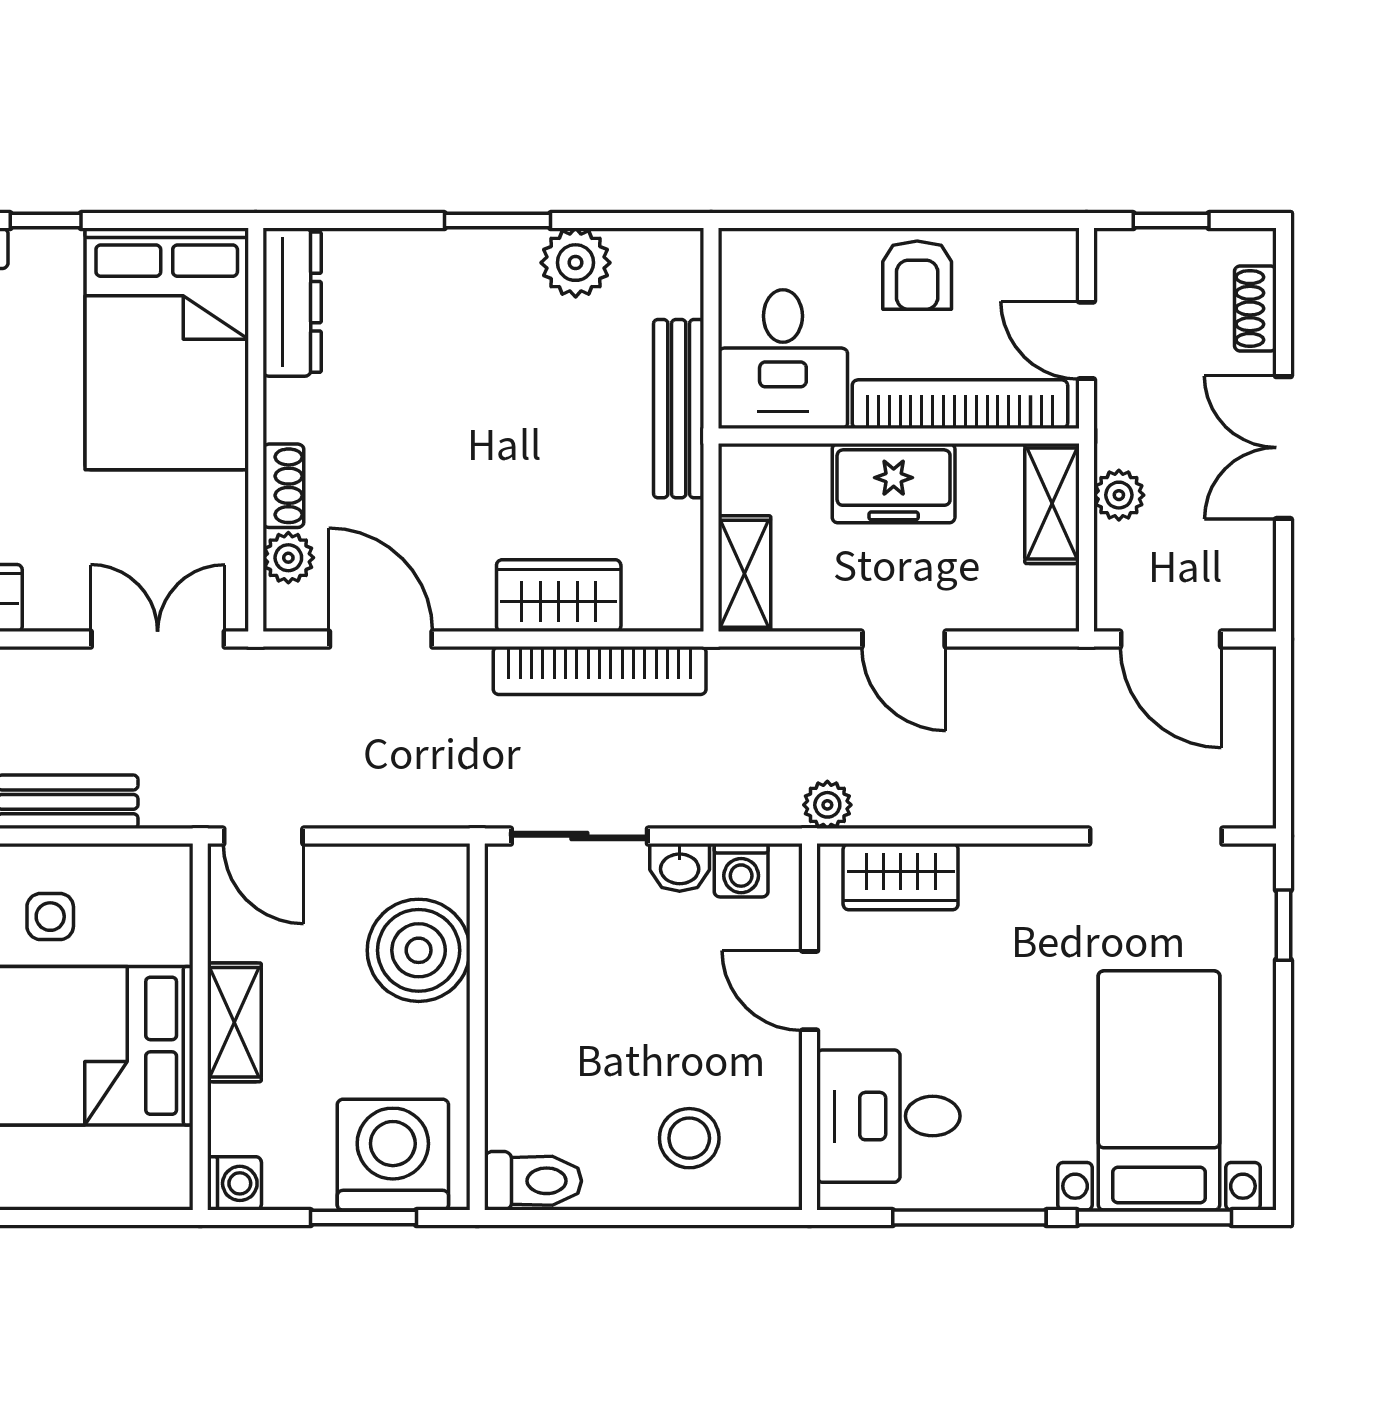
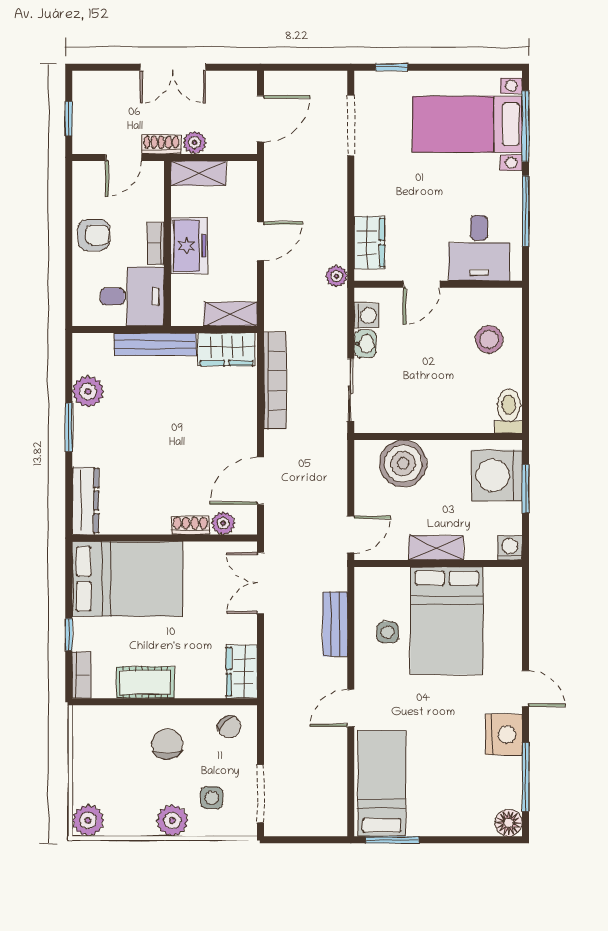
dresser: (292, 302) -> (85, 501), moved, turned 90
shoe rack: (1255, 308) -> (161, 145), moved, turned 180
bookcase: (960, 404) -> (156, 243), width x0.43, depth x0.76
wardrobe: (559, 596) -> (227, 349), moved, turned -90

